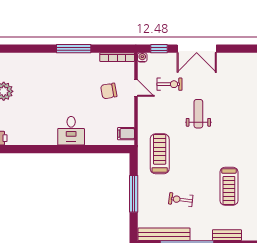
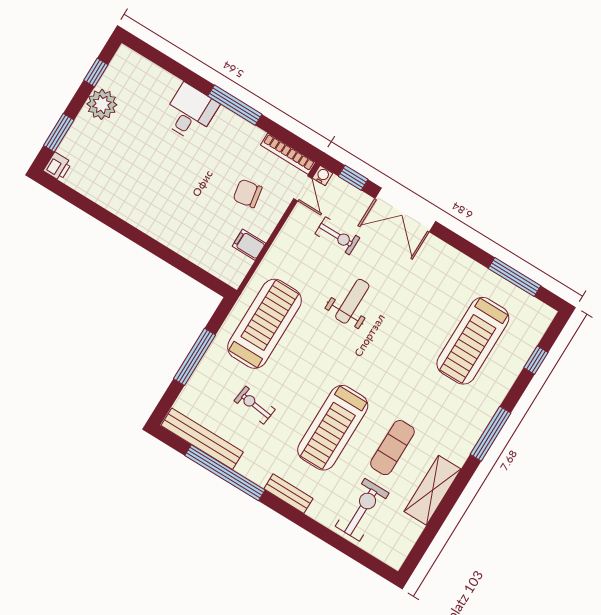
door: (136, 88) -> (303, 188), moved
desk: (71, 131) -> (190, 112), moved, turned 180
filing cabinet: (126, 134) -> (249, 245), moved
treadmill: (160, 154) -> (265, 324), width x1.37, depth x1.38
treadmill: (229, 186) -> (333, 428), width x1.37, depth x1.38

